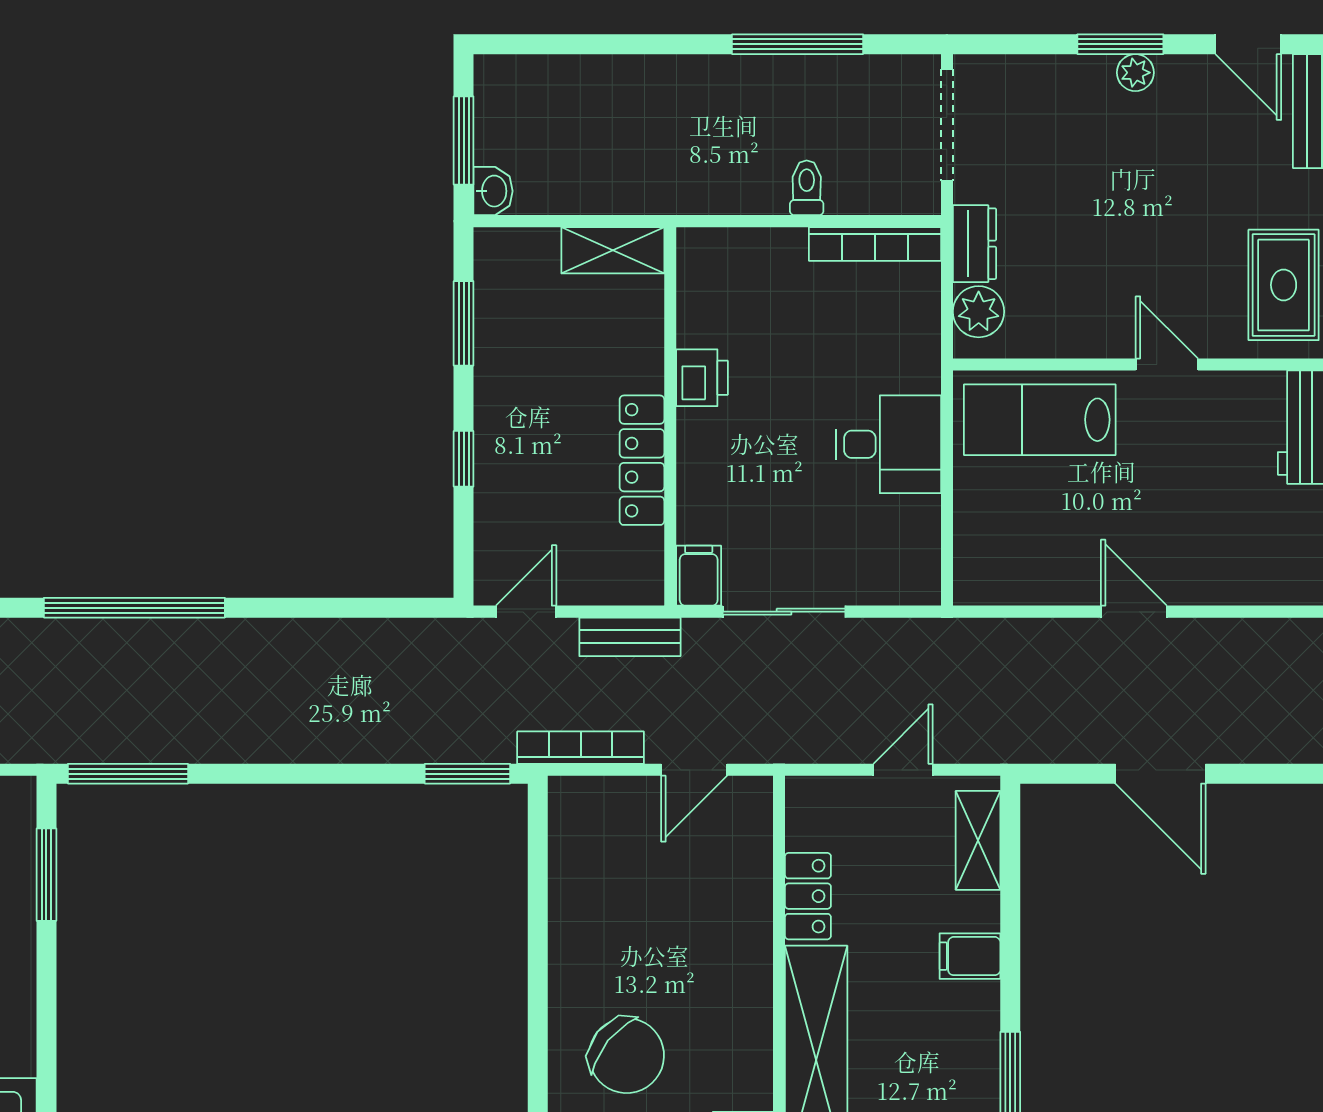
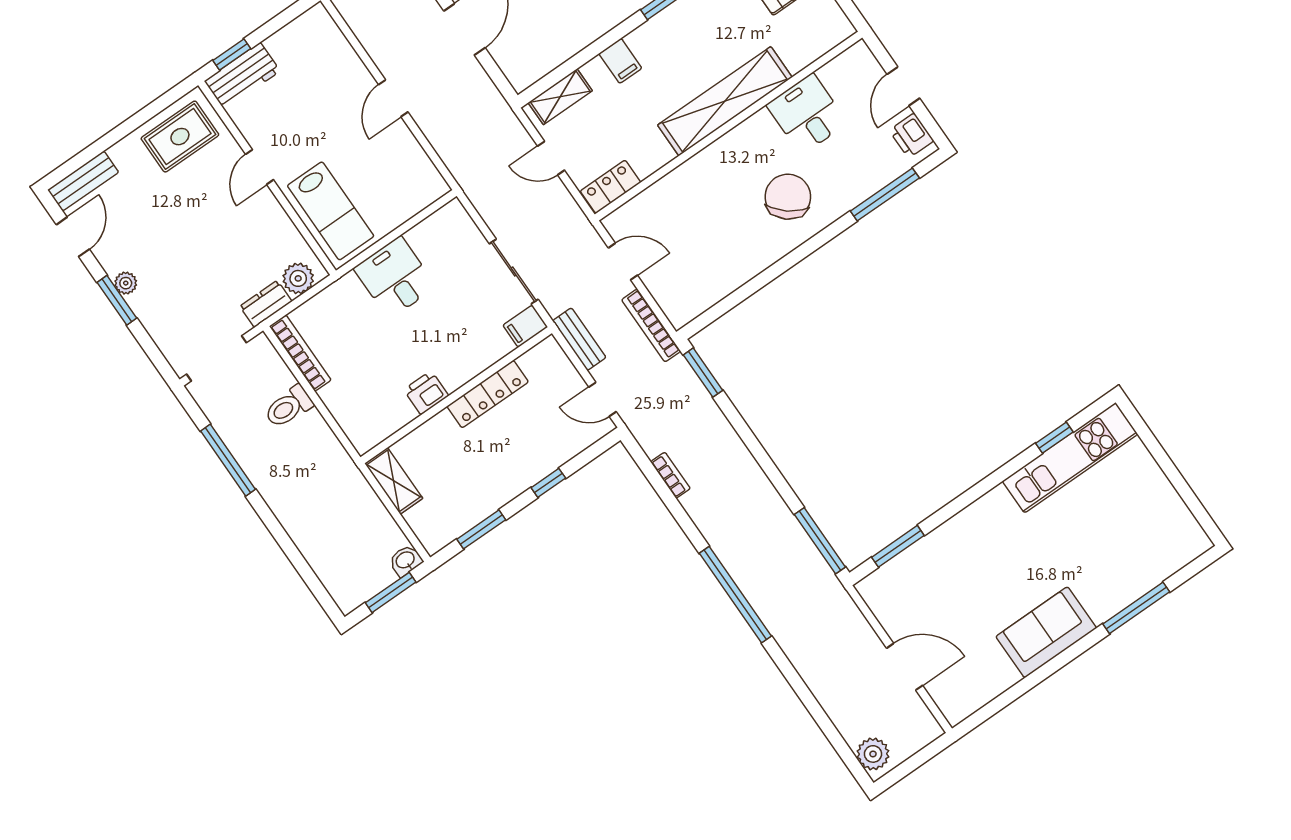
toilet: (807, 188) -> (289, 407), width x1.37, depth x1.39
bookcase: (358, 632) -> (670, 475), added
locker: (808, 896) -> (610, 187), moved

